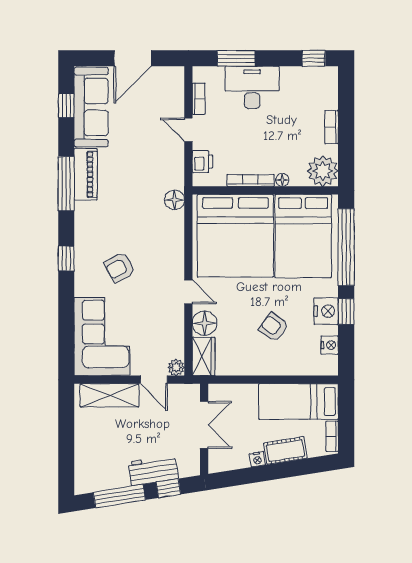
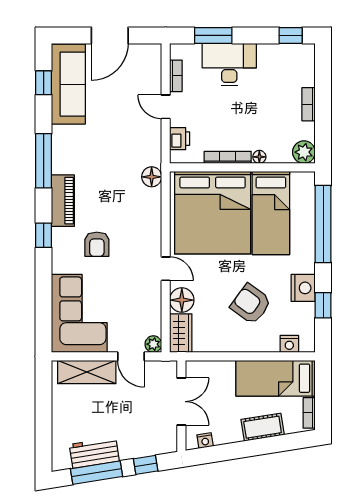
plant: (323, 171) -> (304, 152), width x0.73, depth x0.73
piano: (86, 174) -> (63, 201), moved
bed: (303, 236) -> (271, 213), width x0.67
armchair: (120, 267) -> (97, 244), turned -62
window: (346, 312) -> (323, 305), moved
armchair: (274, 327) -> (251, 304), width x1.38, depth x1.38
nightstand: (330, 345) -> (289, 344), moved, turned 90
nightstand: (257, 459) -> (205, 440), moved
workbench: (153, 470) -> (94, 453), moved

